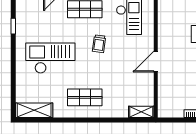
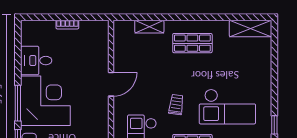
checkout: (50, 58) -> (227, 107), moved
shelving: (141, 112) -> (149, 27), moved

